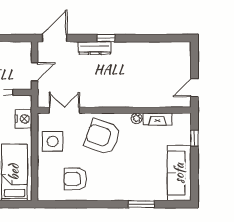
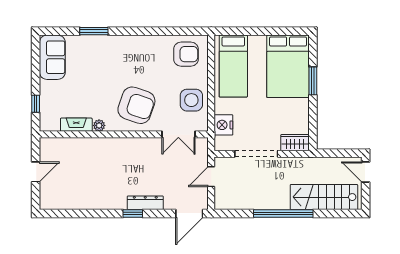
door: (194, 88) -> (36, 172), moved
sofa: (179, 173) -> (52, 57), width x0.73
armchair: (75, 179) -> (186, 54), moved

